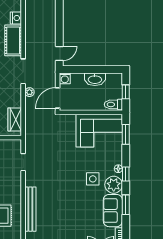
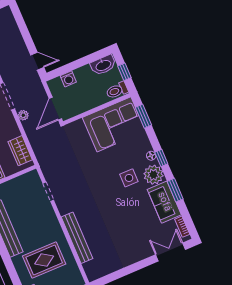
door: (59, 53) -> (37, 61), hinge flipped
washing machine: (65, 78) -> (68, 79), moved
washbasin: (95, 79) -> (103, 65), moved

